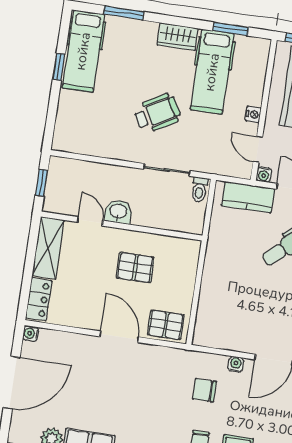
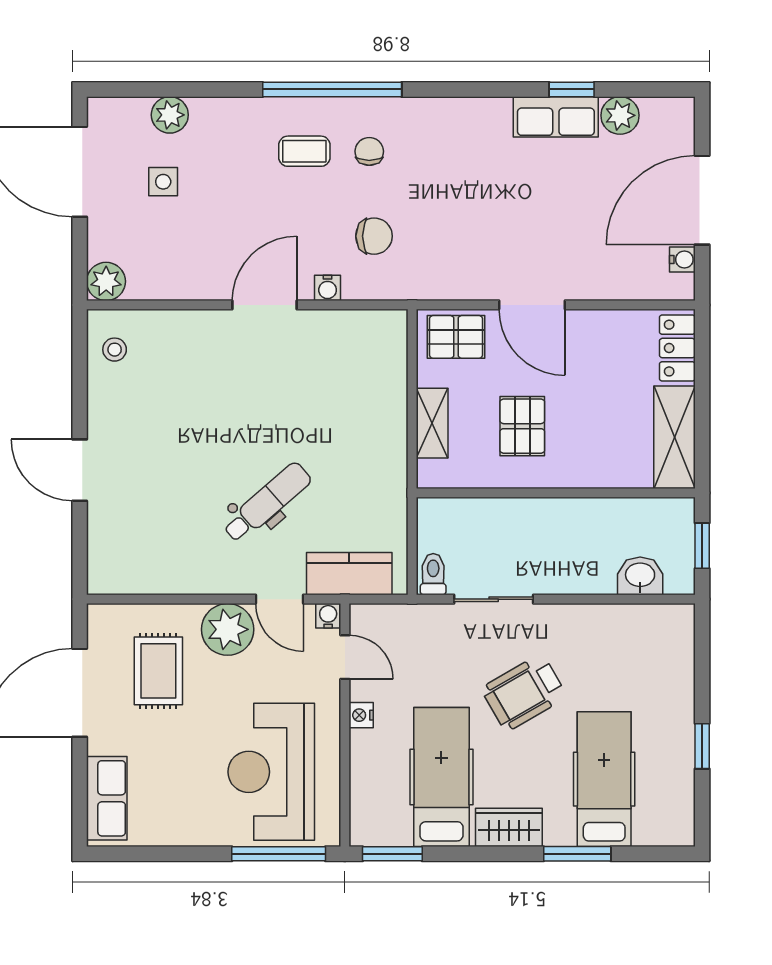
window: (124, 13) -> (577, 854), moved
window: (231, 29) -> (392, 854), moved
hospital bed: (83, 51) -> (604, 779), moved
washbasin: (118, 212) -> (640, 576), moved, turned 180
door: (90, 221) -> (610, 493), removed
pallet: (135, 267) -> (522, 426), turned 90
shelving: (187, 277) -> (432, 423), added
water cooler: (31, 333) -> (682, 260), moved

